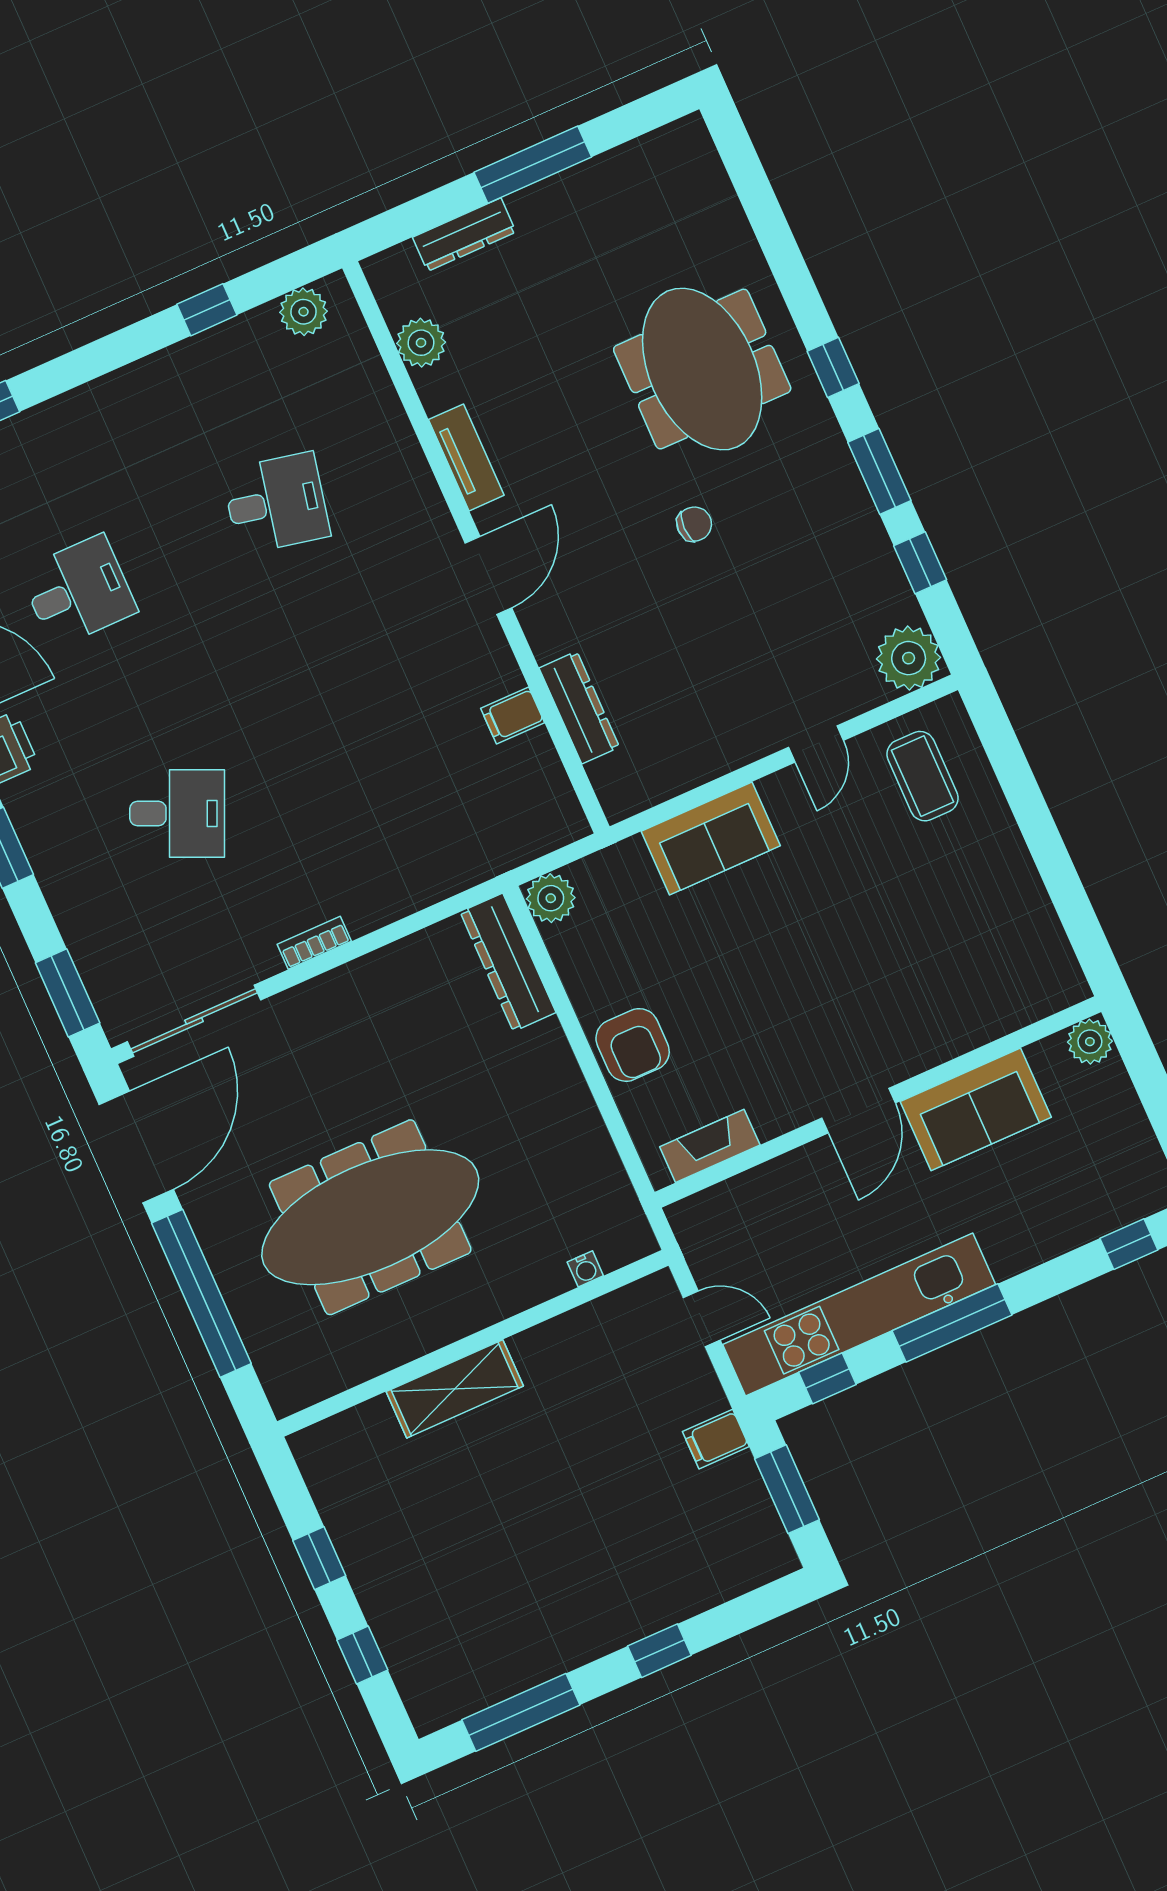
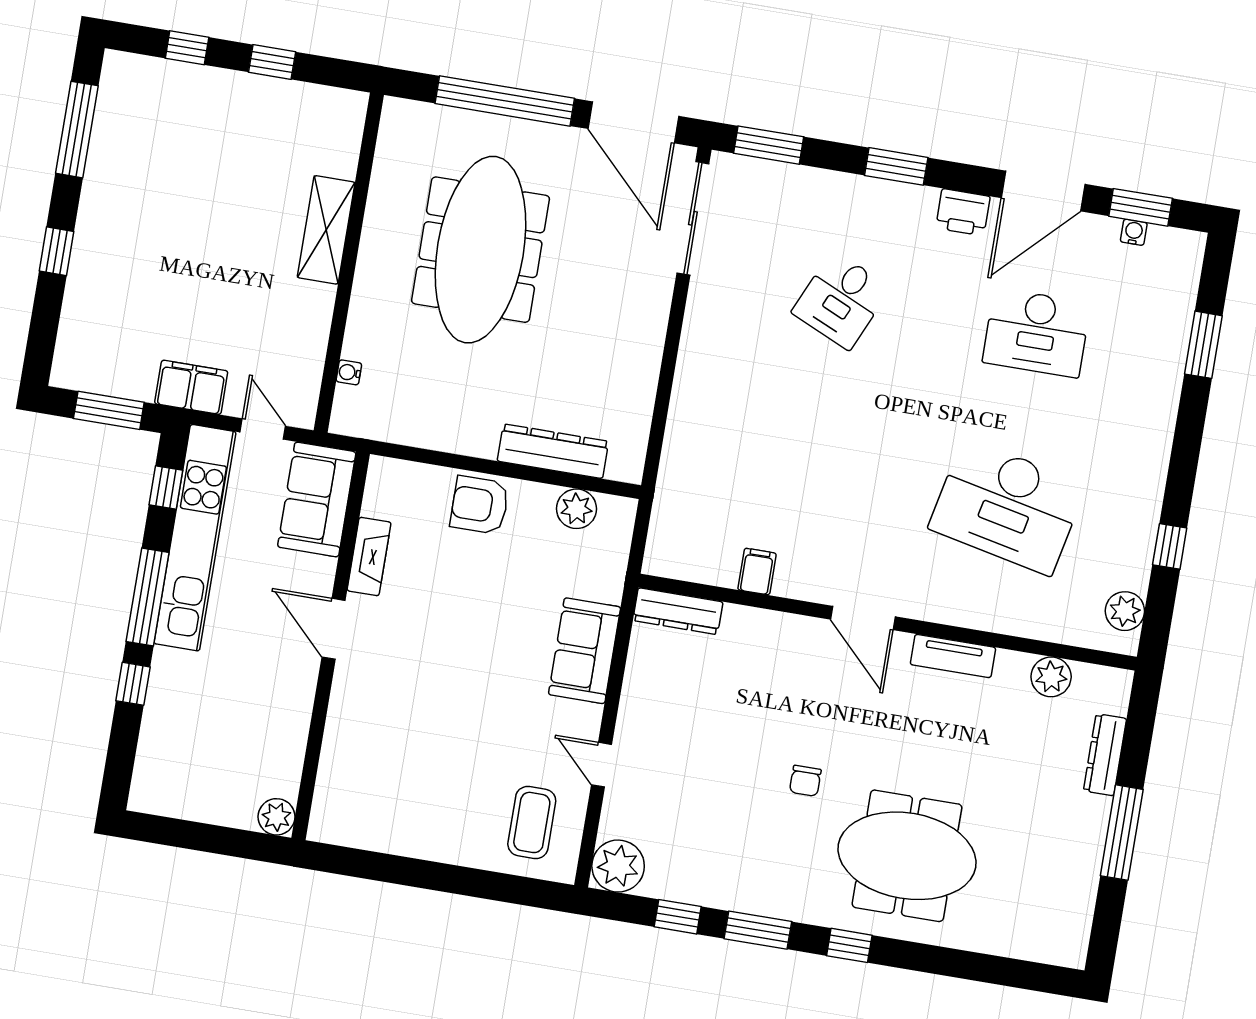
desk: (276, 503) -> (1007, 507), width x1.87, depth x1.30
desk: (78, 591) -> (1036, 333), width x1.37
dresser: (579, 708) -> (678, 611), moved
coffee table: (922, 776) -> (532, 822), turned 90
plant: (551, 898) -> (577, 509), moved
bookcase: (314, 943) -> (692, 335), removed
dresser: (508, 962) -> (553, 451), moved
sofa: (976, 1109) -> (317, 499), moved
fireplace: (710, 1146) -> (369, 557), moved
window: (1129, 1244) -> (133, 684), moved
door: (702, 1319) -> (263, 429), swing flipped
filing cabinet: (716, 1439) -> (191, 387), width x2.00

